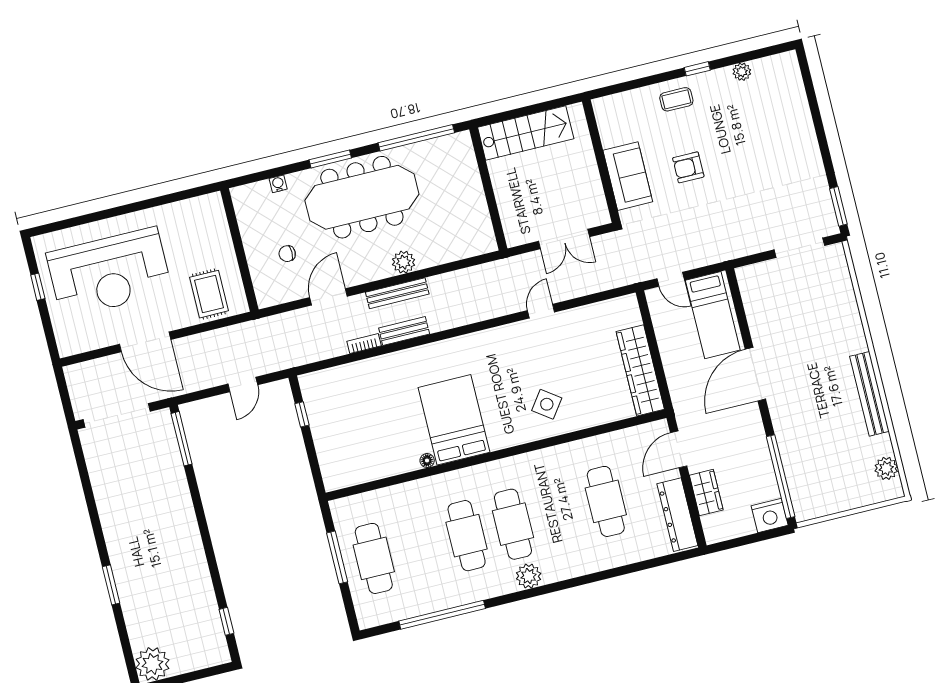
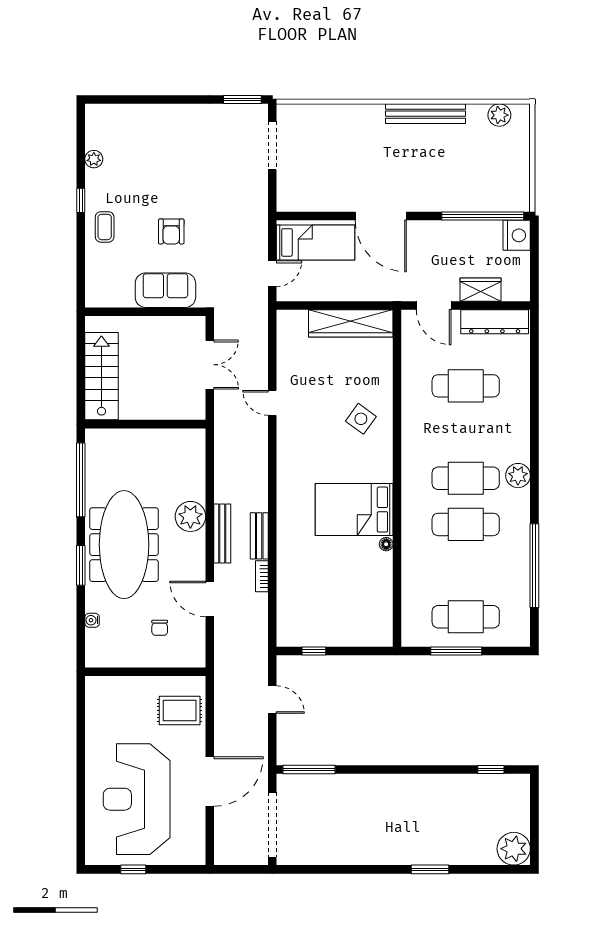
plant: (404, 262) -> (190, 516), width x1.36, depth x1.36
reception desk: (109, 273) -> (137, 799), turned 180

